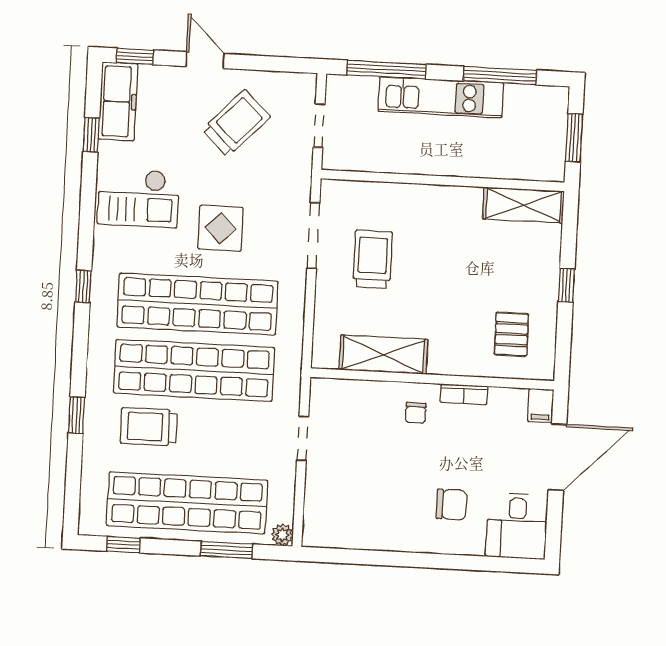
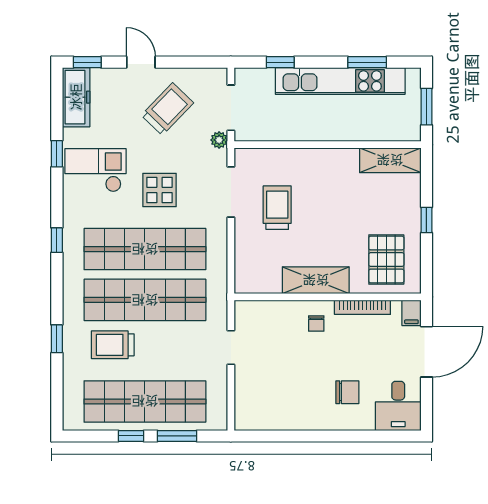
window: (387, 70) -> (280, 62), width x0.46
window: (500, 76) -> (367, 62), width x0.69
kitchen unit: (441, 97) -> (340, 81), width x1.36
doorway: (319, 126) -> (231, 108), width x1.38
window: (91, 135) -> (57, 154), moved
checkout: (138, 198) -> (95, 170), turned 180
pallet: (511, 334) -> (386, 260), width x1.50, depth x1.42
shelving: (383, 355) -> (316, 280), moved
bookcase: (464, 394) -> (362, 307), width x1.56
plant: (282, 535) -> (219, 140), moved
window: (123, 545) -> (131, 436), moved

